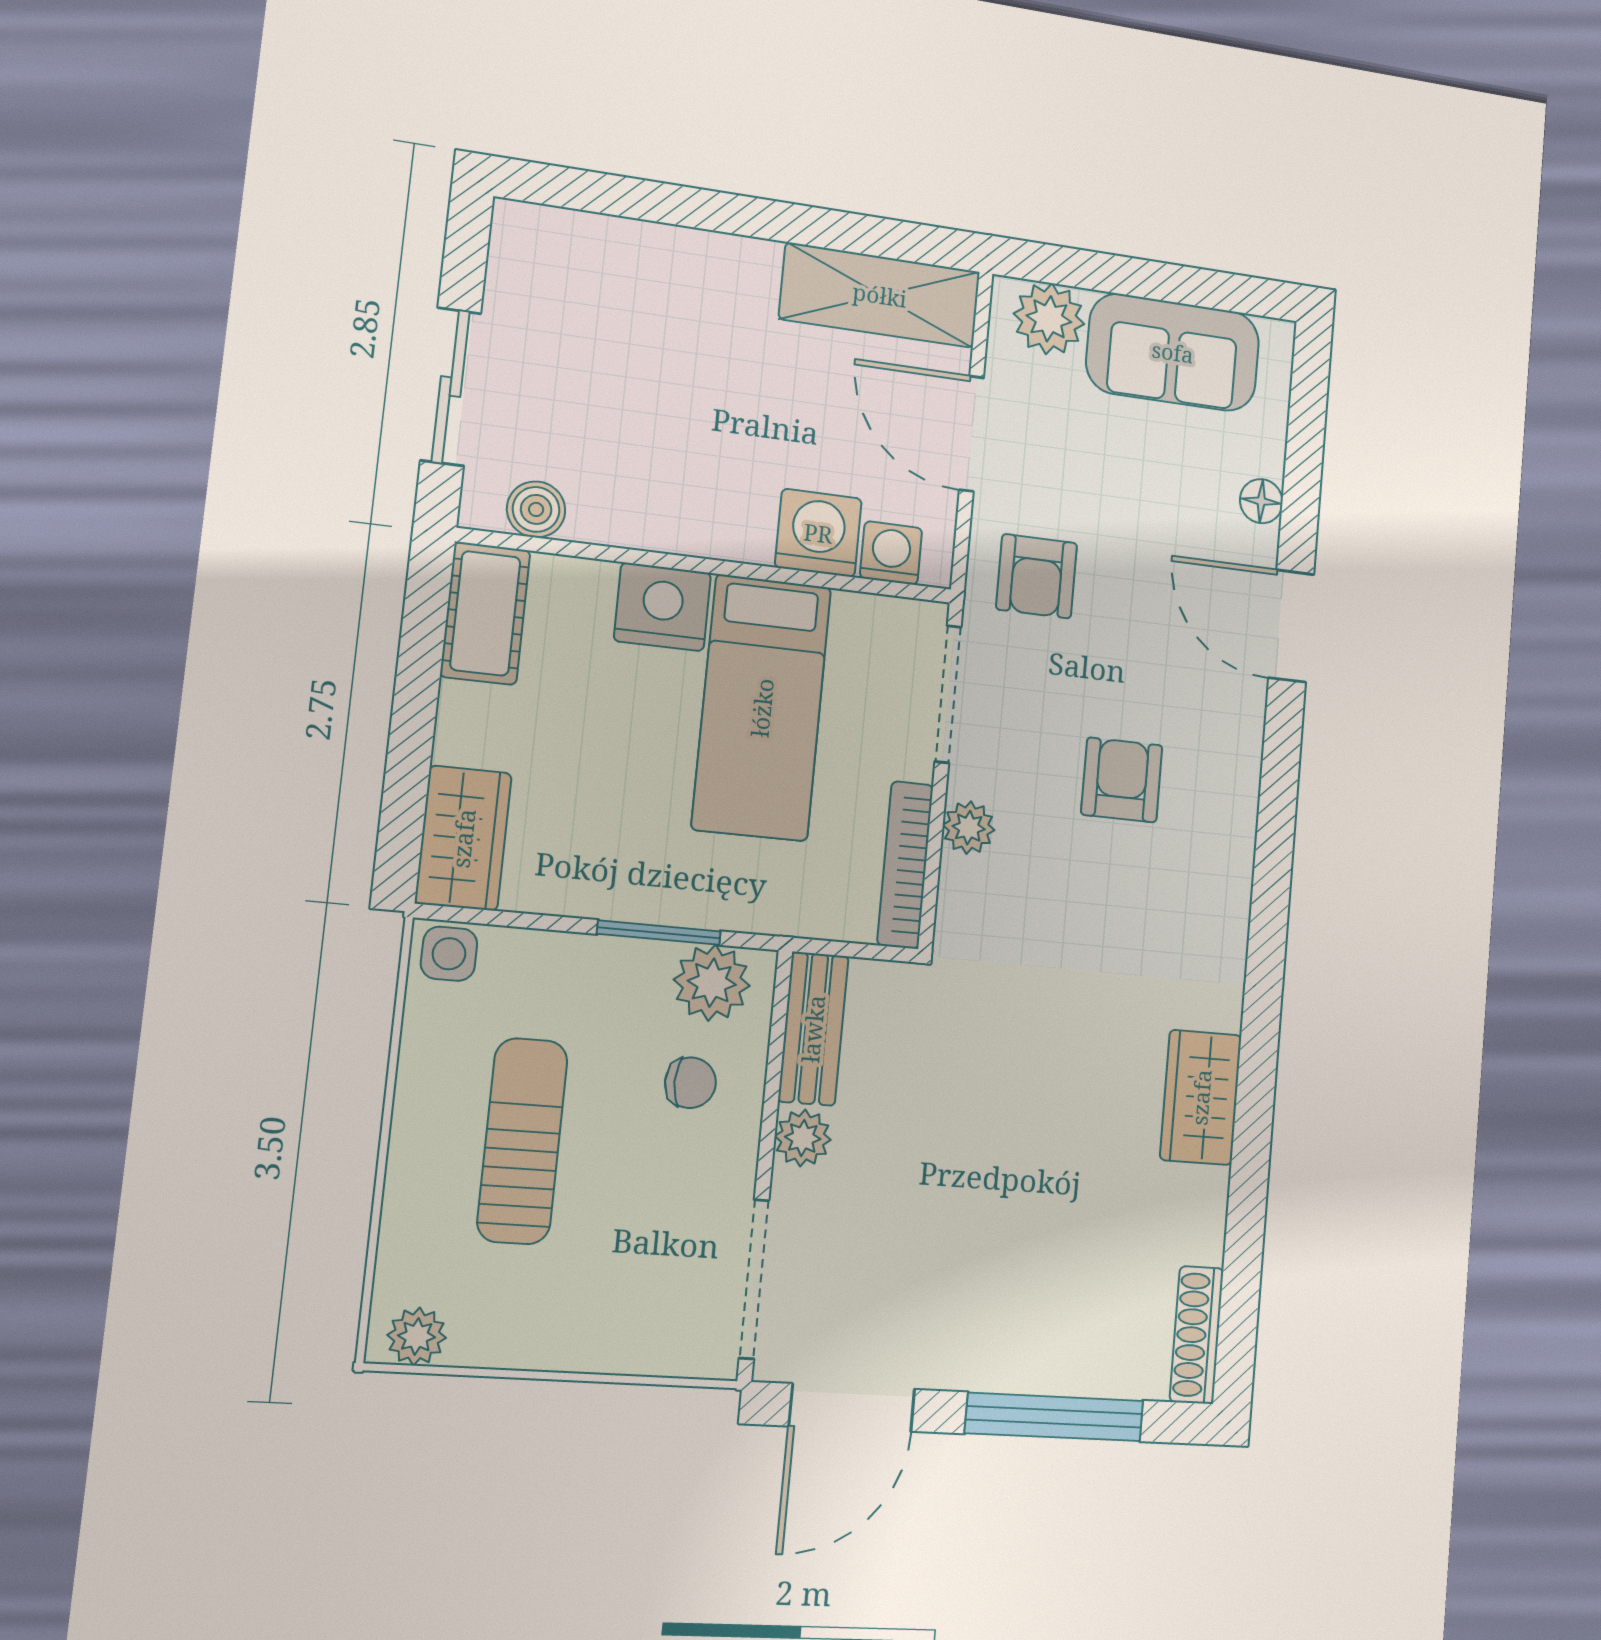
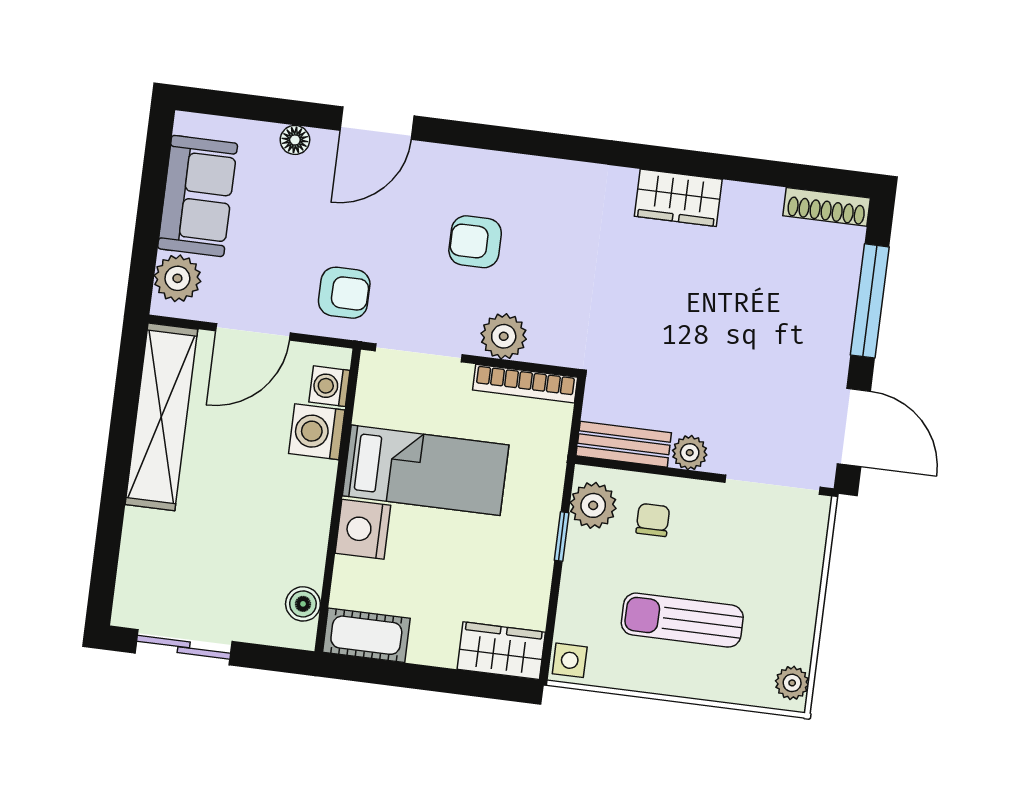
shelving: (880, 295) -> (161, 417), width x1.47
sliding door: (451, 387) -> (184, 647), moved
plant: (969, 828) -> (504, 336), width x1.38, depth x1.38
window: (659, 933) -> (562, 536), width x0.67

